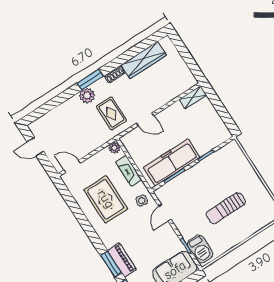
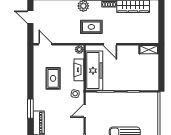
rug: (111, 113) -> (91, 27), turned 90
freezer: (172, 162) -> (94, 71), moved, turned 90
rug: (106, 199) -> (53, 78), width x0.73, depth x0.70
window: (111, 264) -> (30, 109), moved

